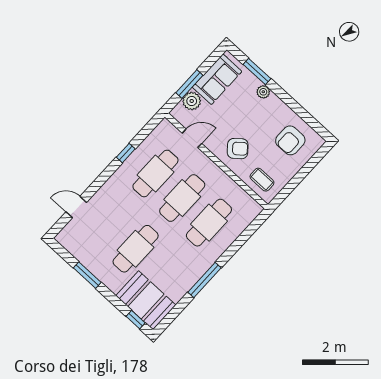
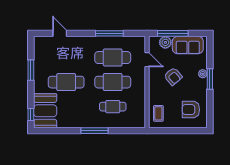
window: (257, 72) -> (210, 79), moved
window: (189, 84) -> (173, 33), width x1.44
armchair: (238, 149) -> (173, 76), moved
window: (126, 153) -> (109, 33), width x2.17
cafe table: (209, 223) -> (113, 107), width x0.73, depth x0.74
window: (205, 280) -> (94, 131), moved

